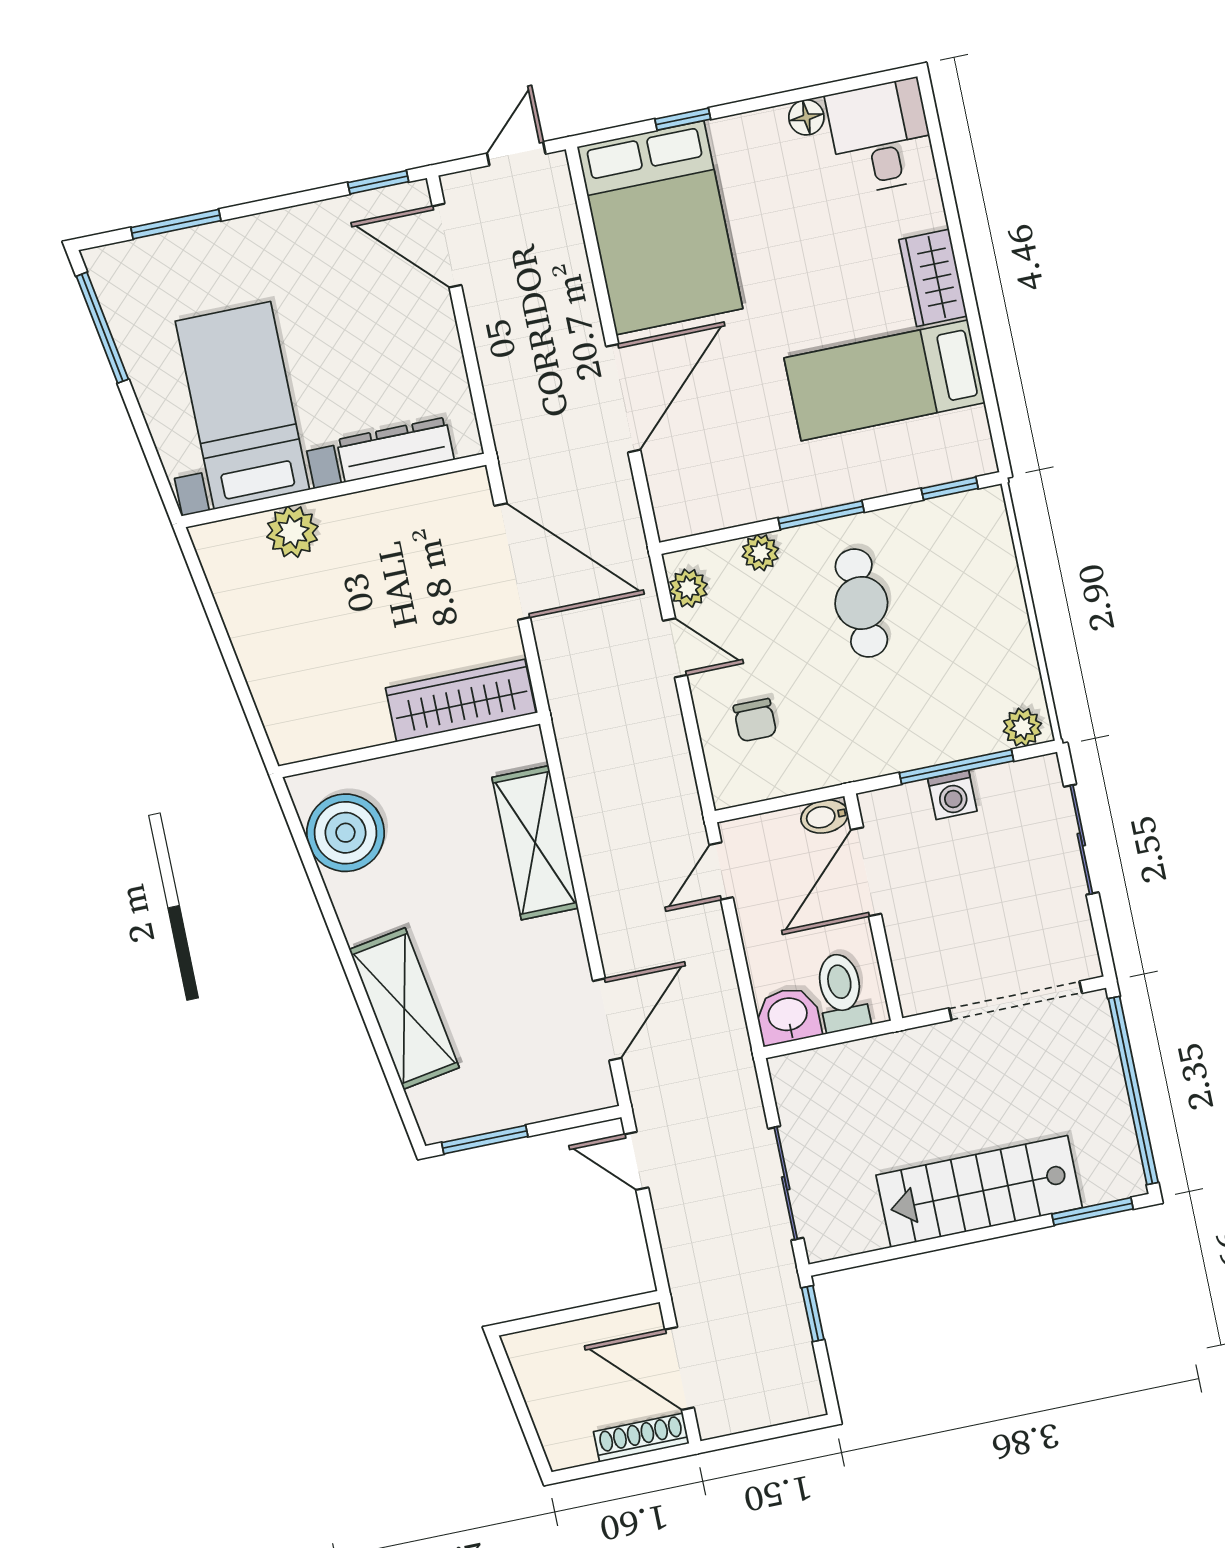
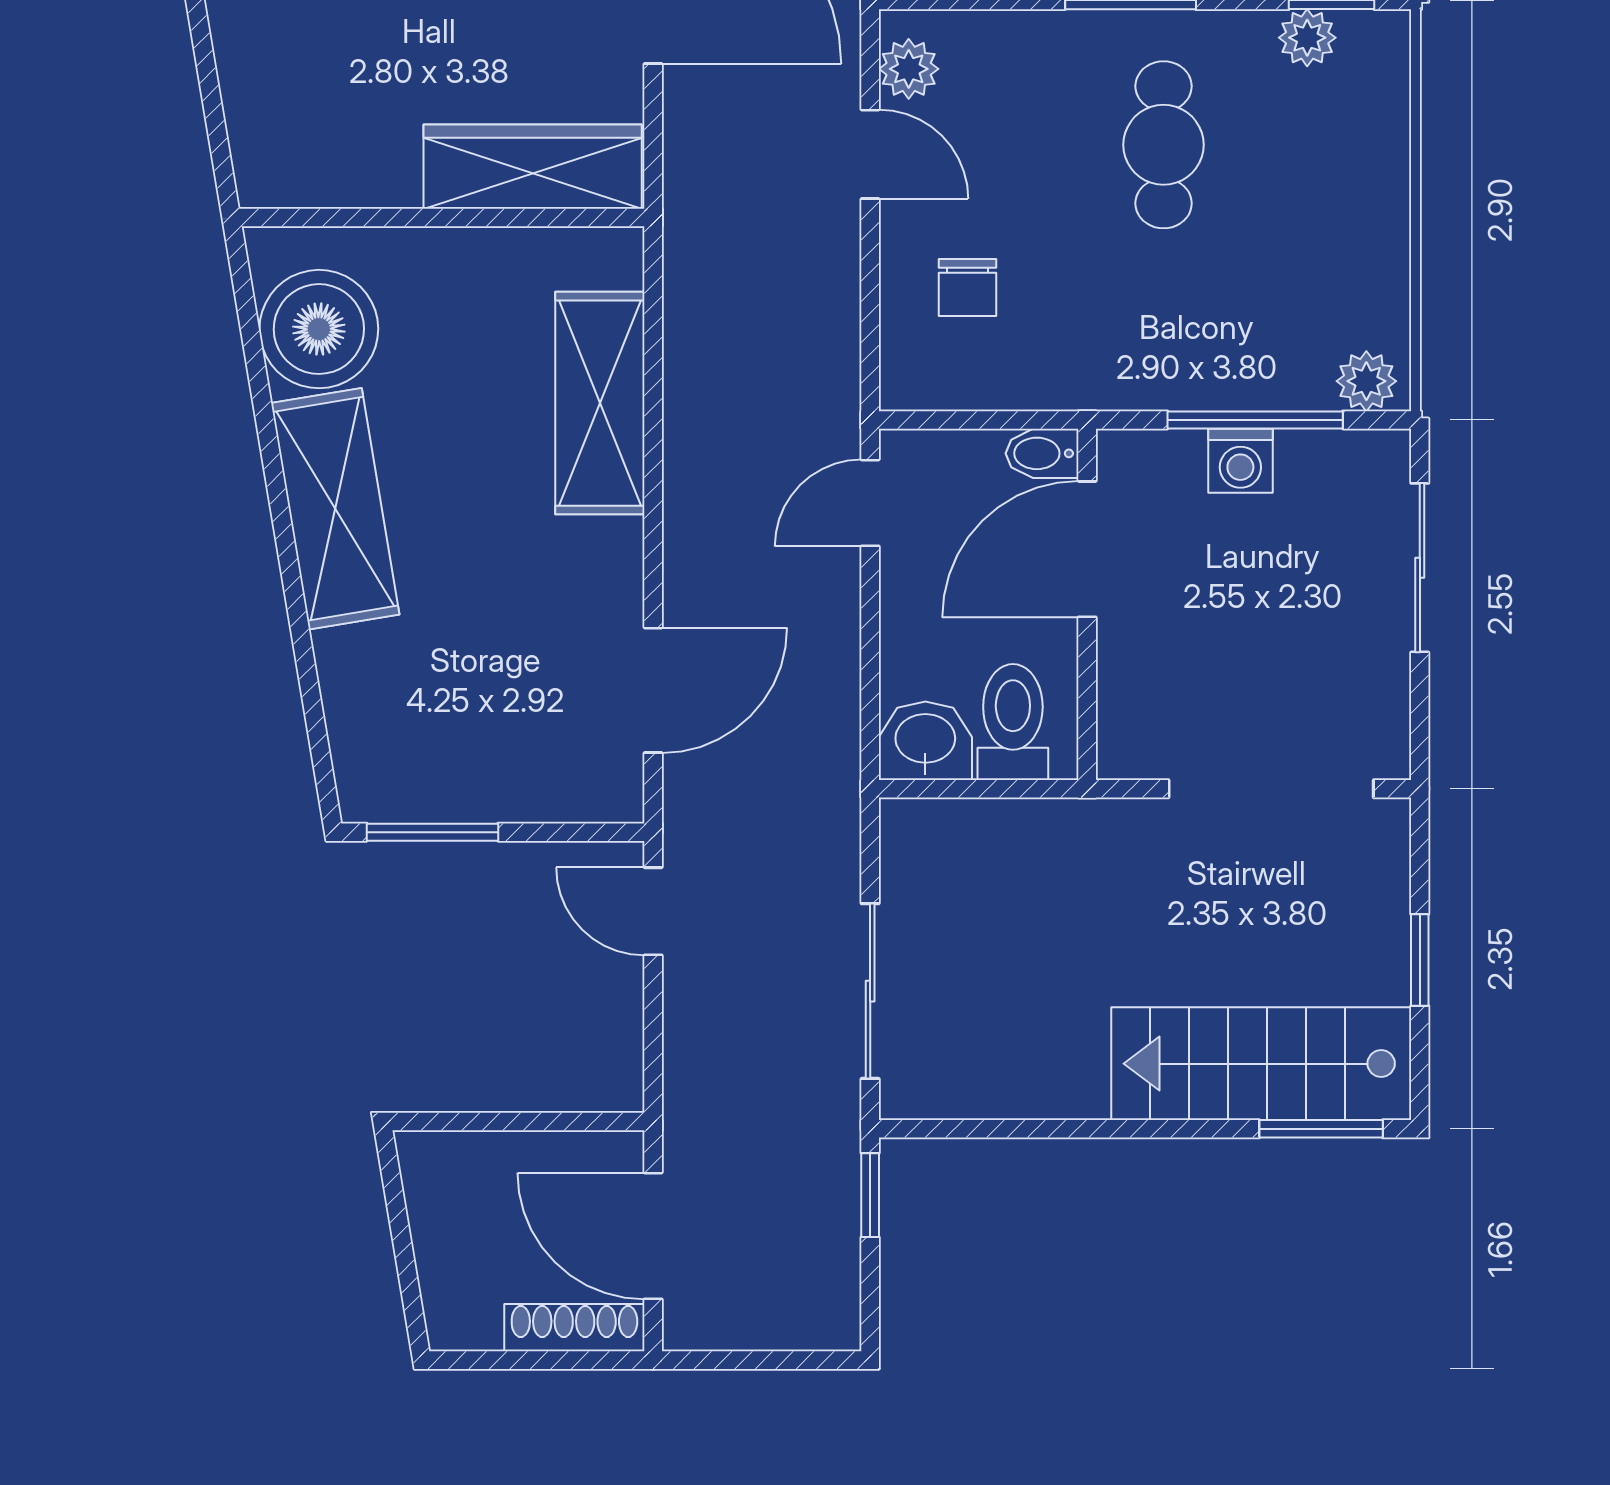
plant: (760, 552) -> (1307, 38), moved
shelving: (404, 1009) -> (335, 509), moved
window: (1133, 1090) -> (1420, 960), width x0.32
stairs: (979, 1191) -> (1261, 1064), moved

